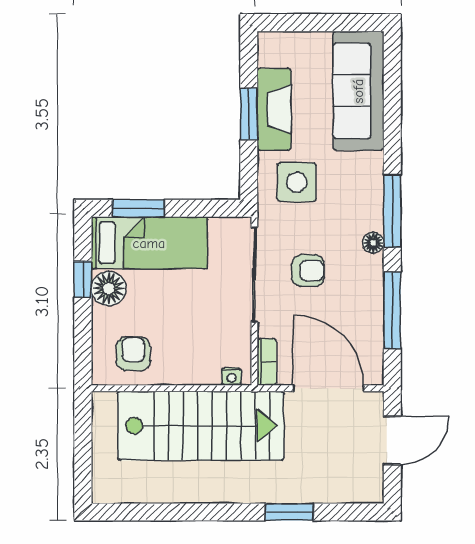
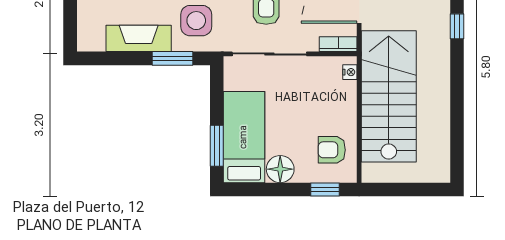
window: (249, 114) -> (172, 58), moved
window: (83, 279) -> (325, 190), moved
window: (289, 512) -> (457, 26), width x0.67

